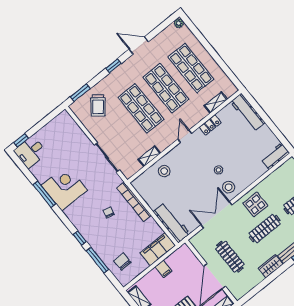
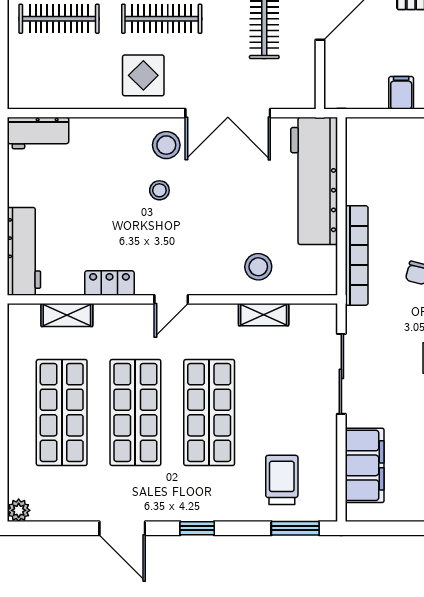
trolley: (98, 105) -> (282, 480), turned -38
workbench: (171, 223) -> (314, 181), width x1.36, depth x1.32
filing cabinet: (158, 249) -> (365, 465), moved, turned -90

